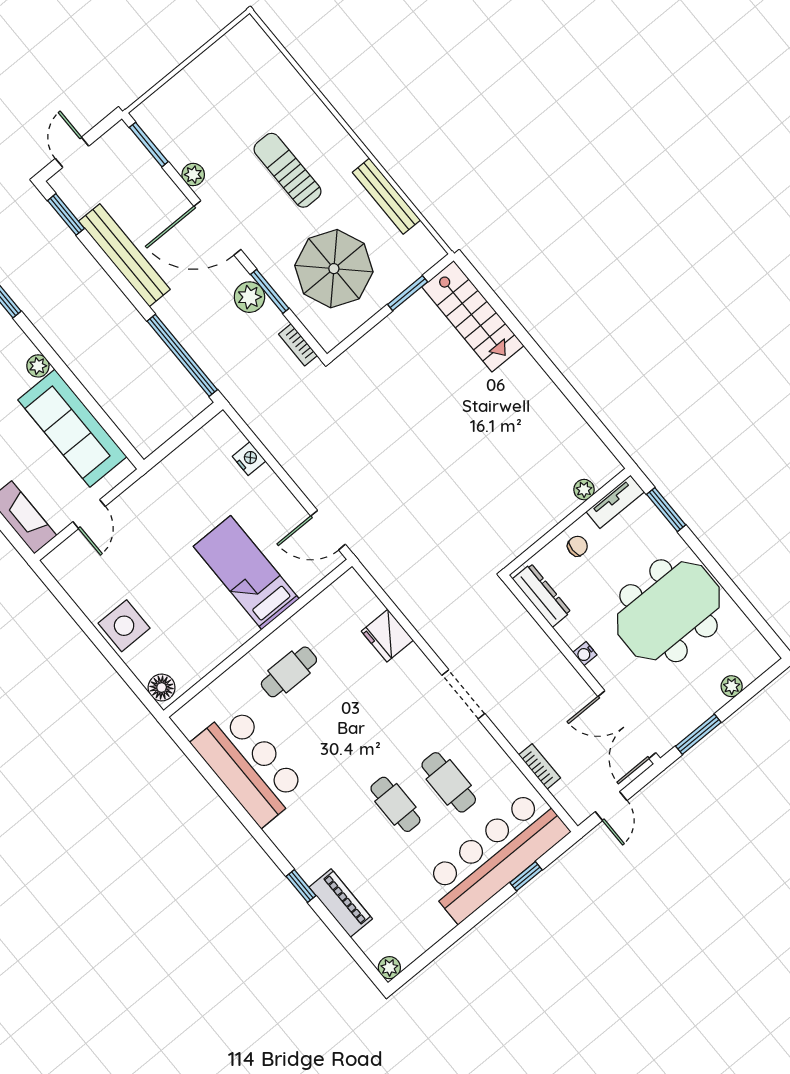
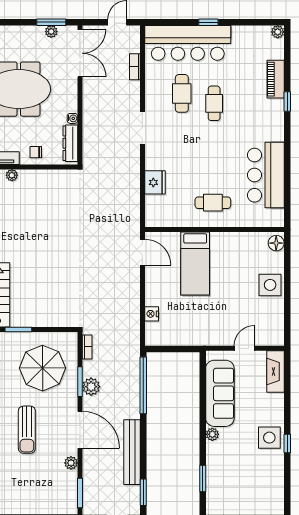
water cooler: (585, 654) -> (72, 118), moved
plant: (732, 686) -> (51, 32), moved
window: (526, 876) -> (208, 22), moved

